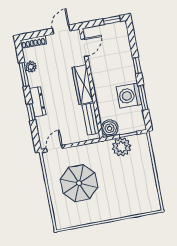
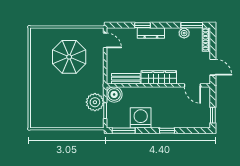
window: (24, 75) -> (192, 25), moved
window: (143, 97) -> (124, 131), moved

